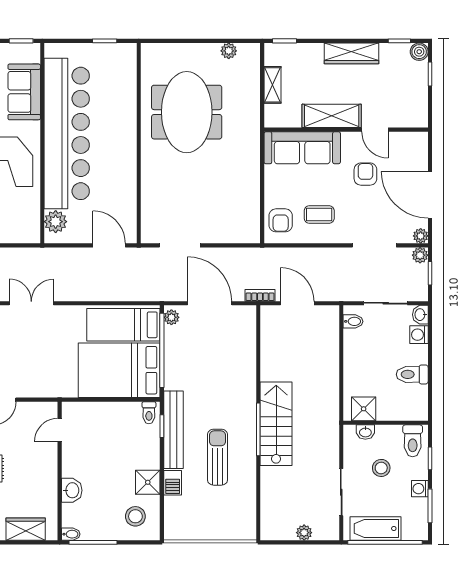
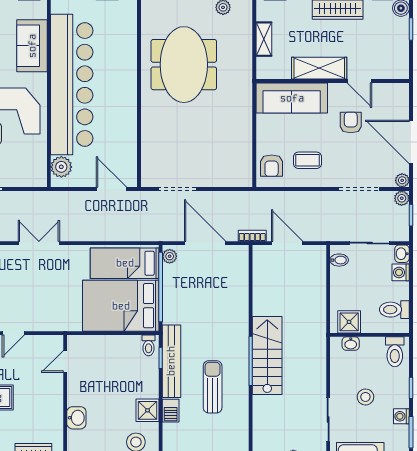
shower: (364, 409) -> (349, 322), moved
wall: (386, 423) -> (370, 335), moved
washbasin: (365, 432) -> (351, 344), moved
toilet: (413, 441) -> (395, 352), moved

